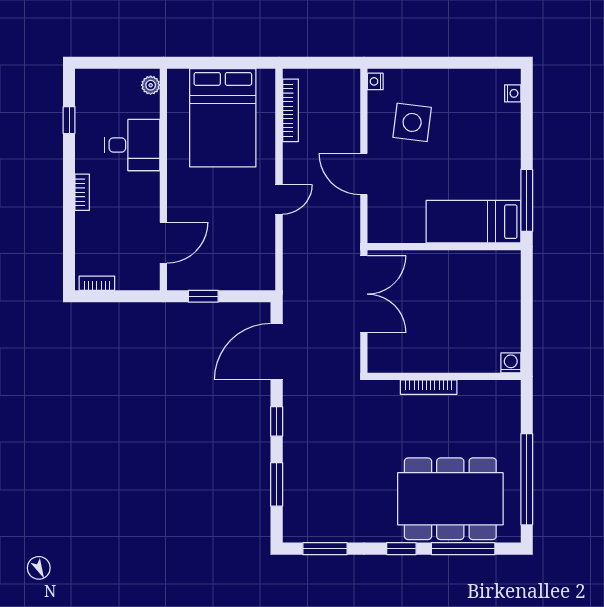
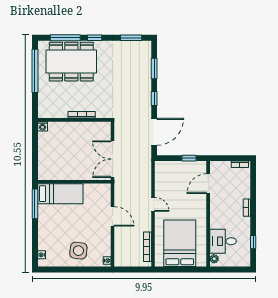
side table: (412, 122) -> (78, 251), moved
desk: (132, 145) -> (223, 241), moved
door: (279, 199) -> (153, 204), swing flipped

